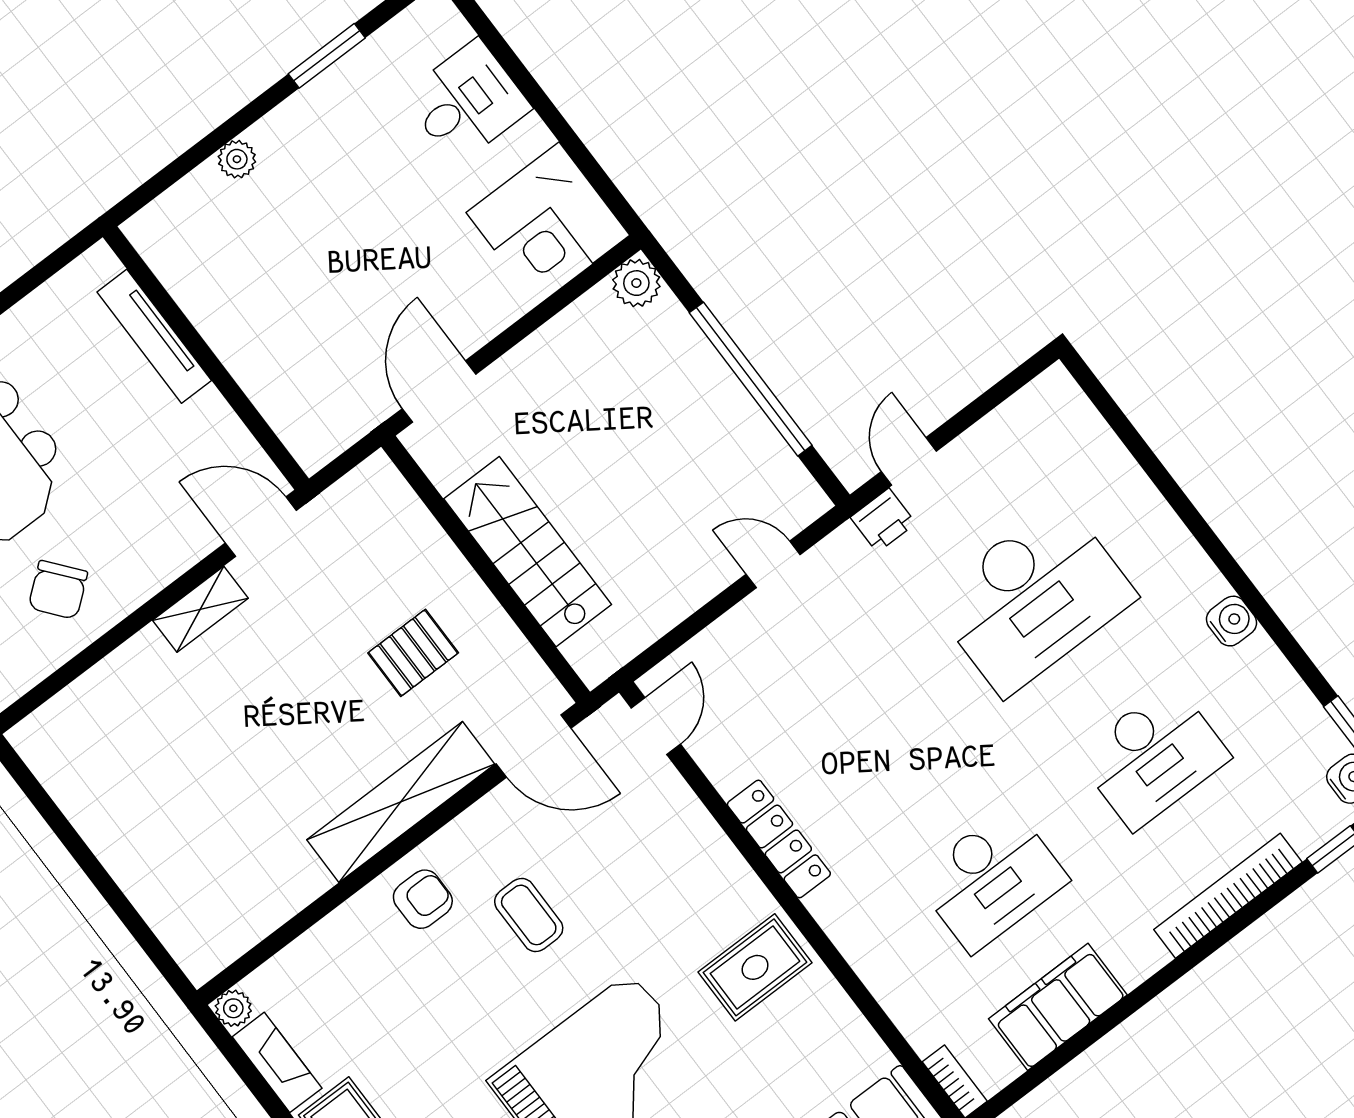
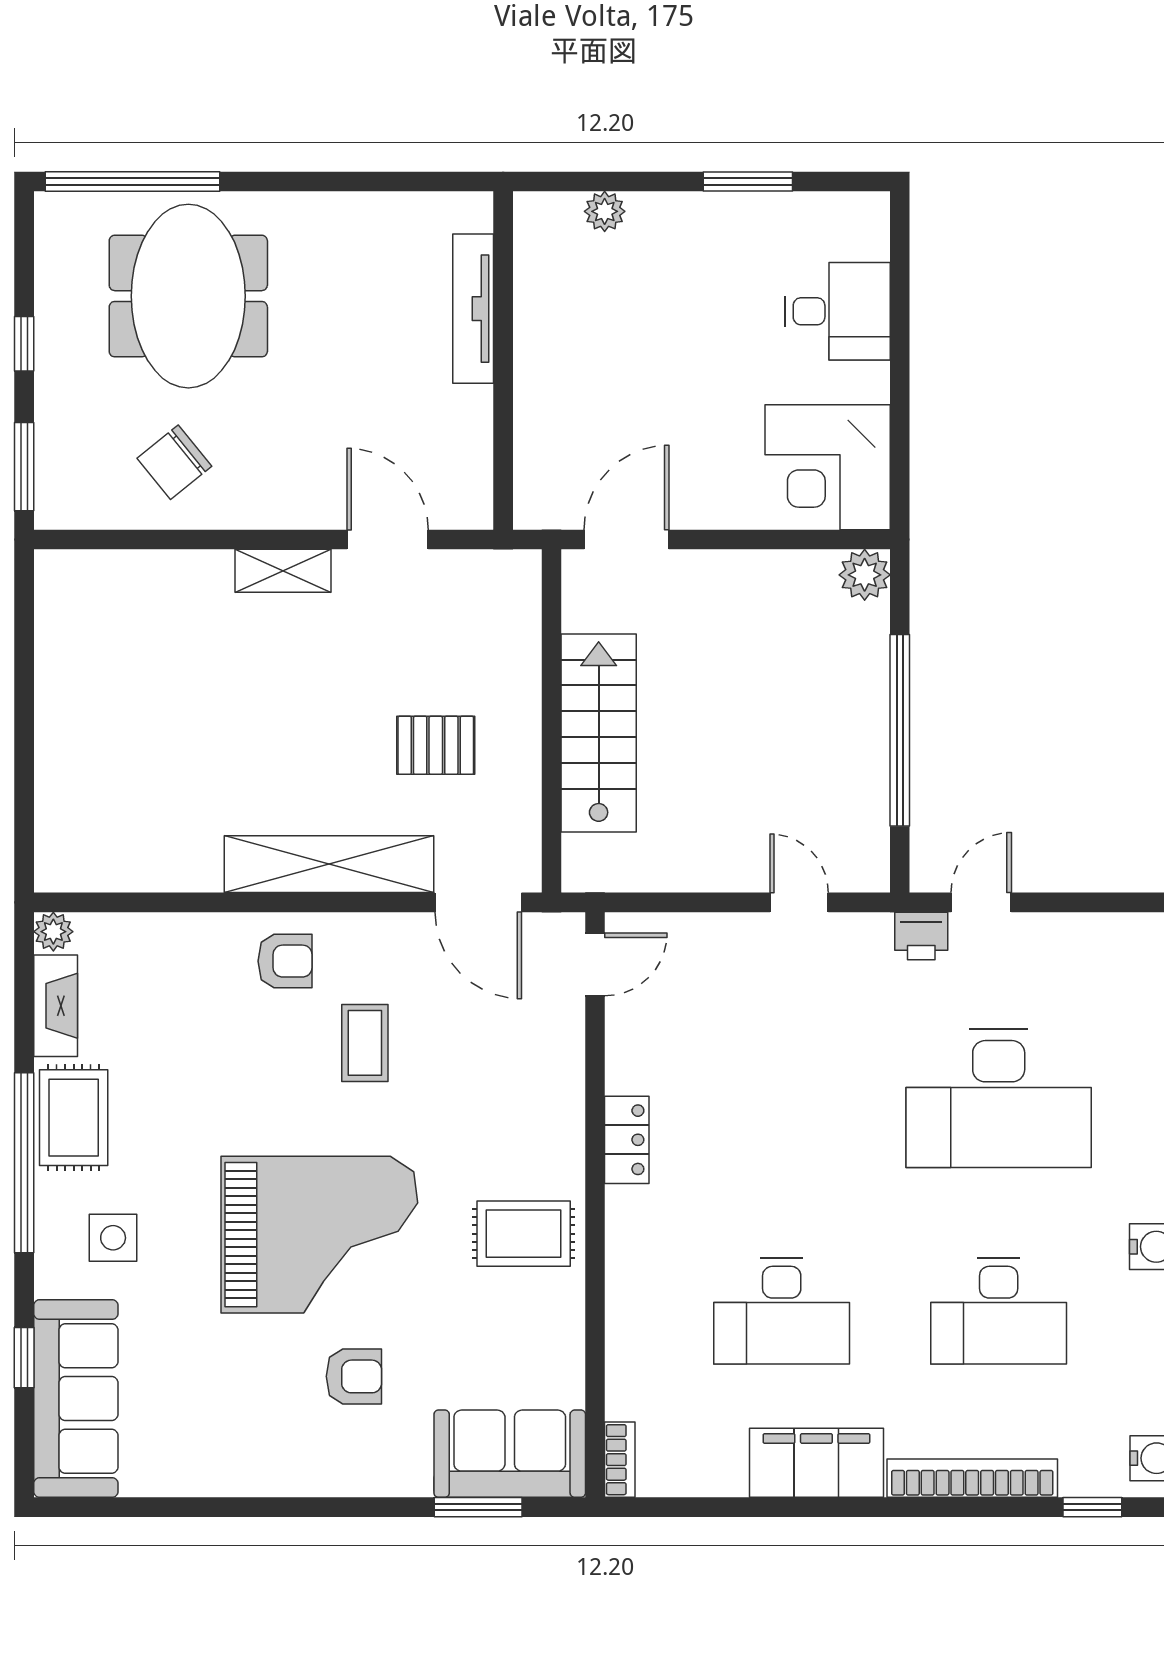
tv unit: (154, 336) -> (473, 309), moved
wall: (206, 358) -> (503, 361), moved
locker: (779, 839) -> (627, 1140), width x0.66
filing cabinet: (1058, 1007) -> (816, 1463), moved

